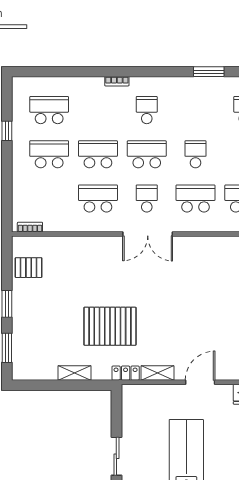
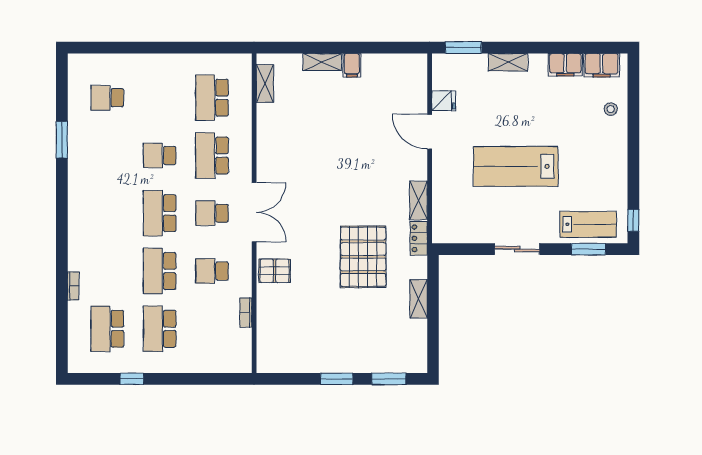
bookcase: (117, 81) -> (73, 286), moved
school desk: (147, 110) -> (107, 213), removed
school desk: (98, 198) -> (212, 271), width x0.54
bookcase: (30, 227) -> (246, 313), moved
pallet: (29, 268) -> (275, 271), moved, turned 90
door: (200, 382) -> (430, 132), moved

